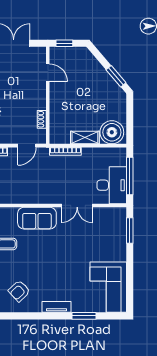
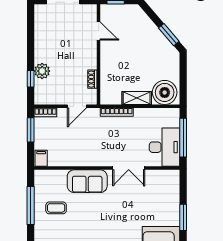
window: (130, 231) -> (183, 217), moved

